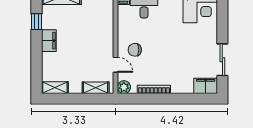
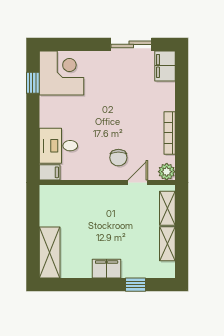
window: (37, 22) -> (136, 285), moved
shelving: (55, 88) -> (167, 244), moved

